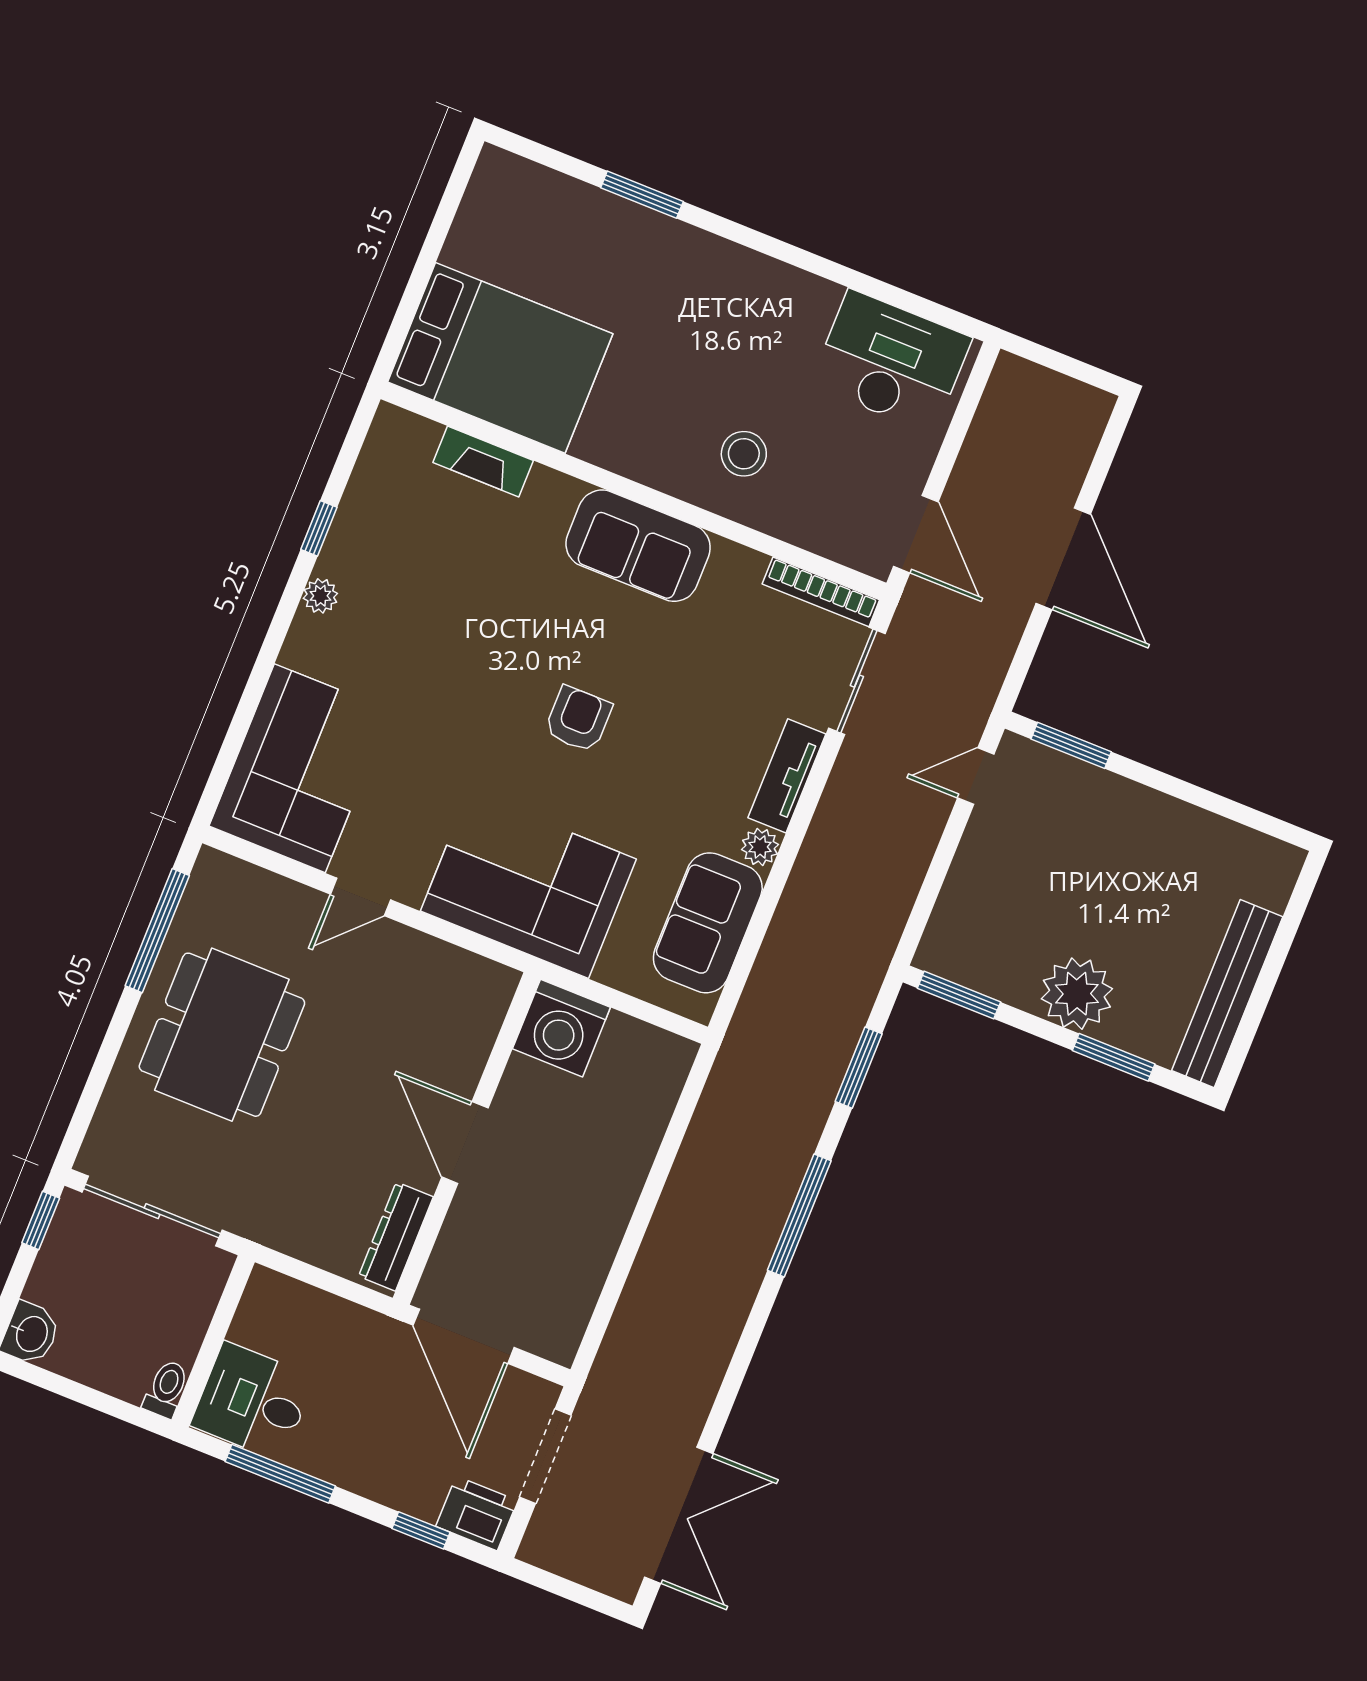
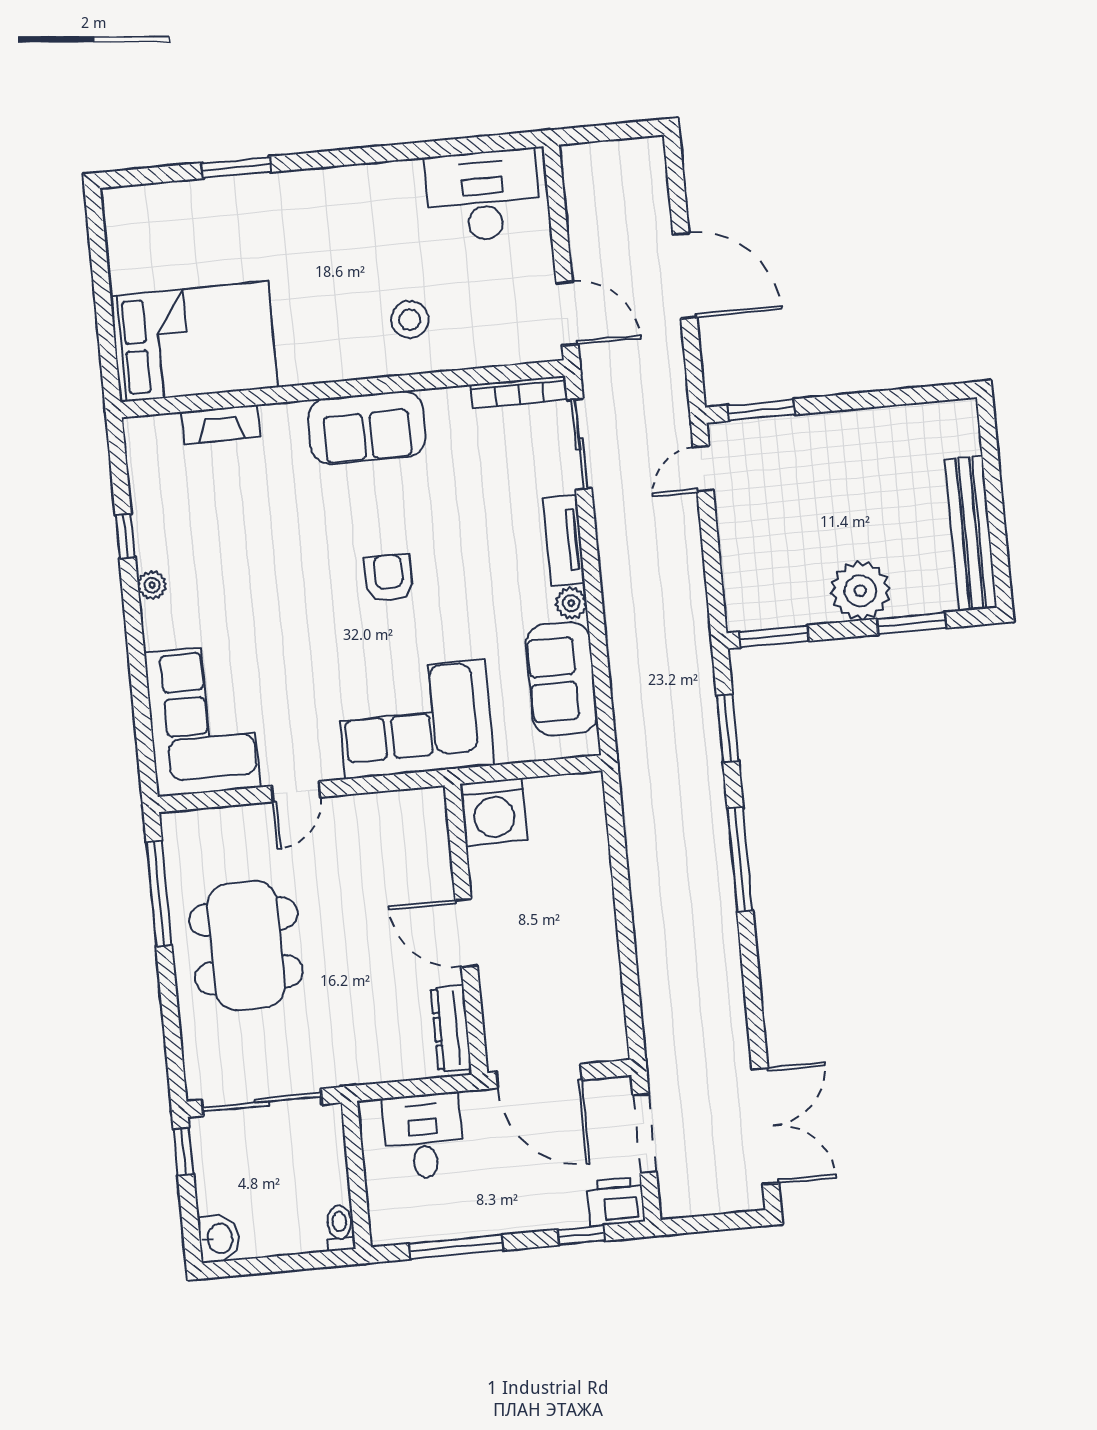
desk: (253, 1401) -> (423, 1136), moved, turned 90

